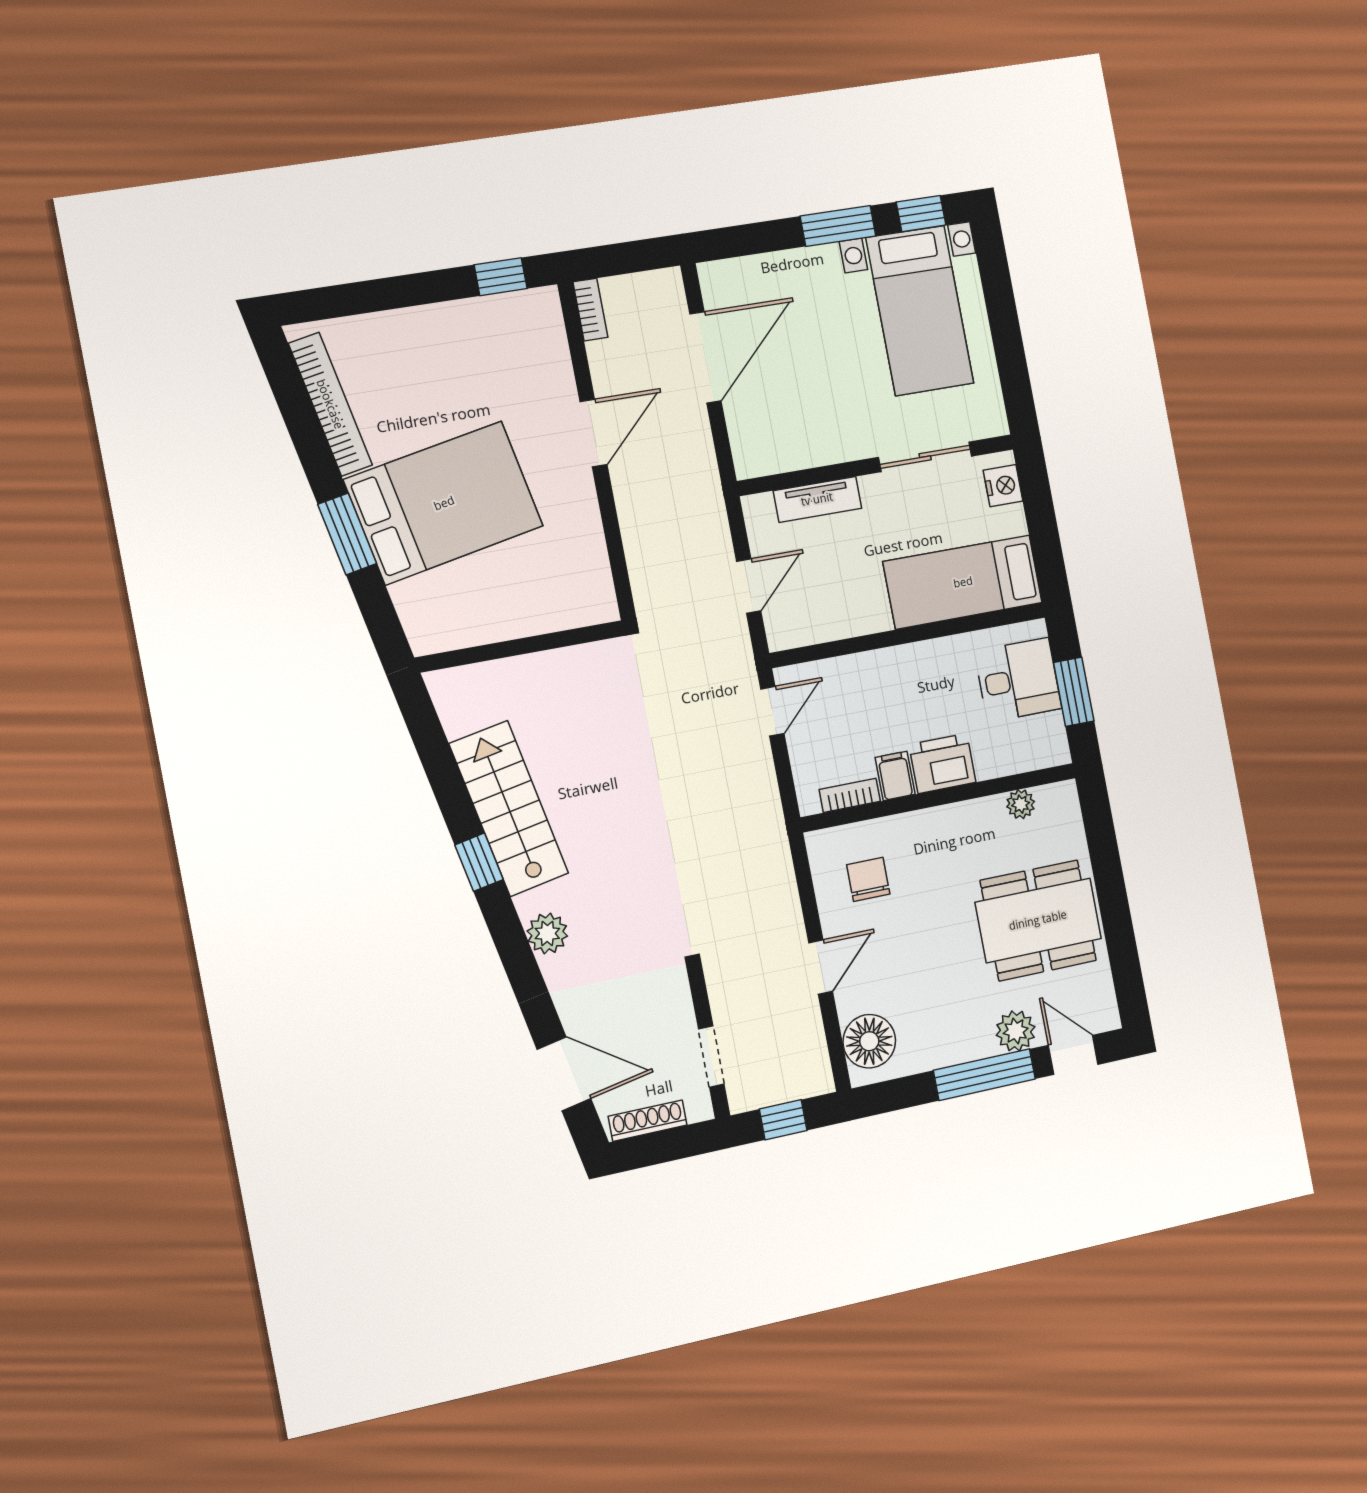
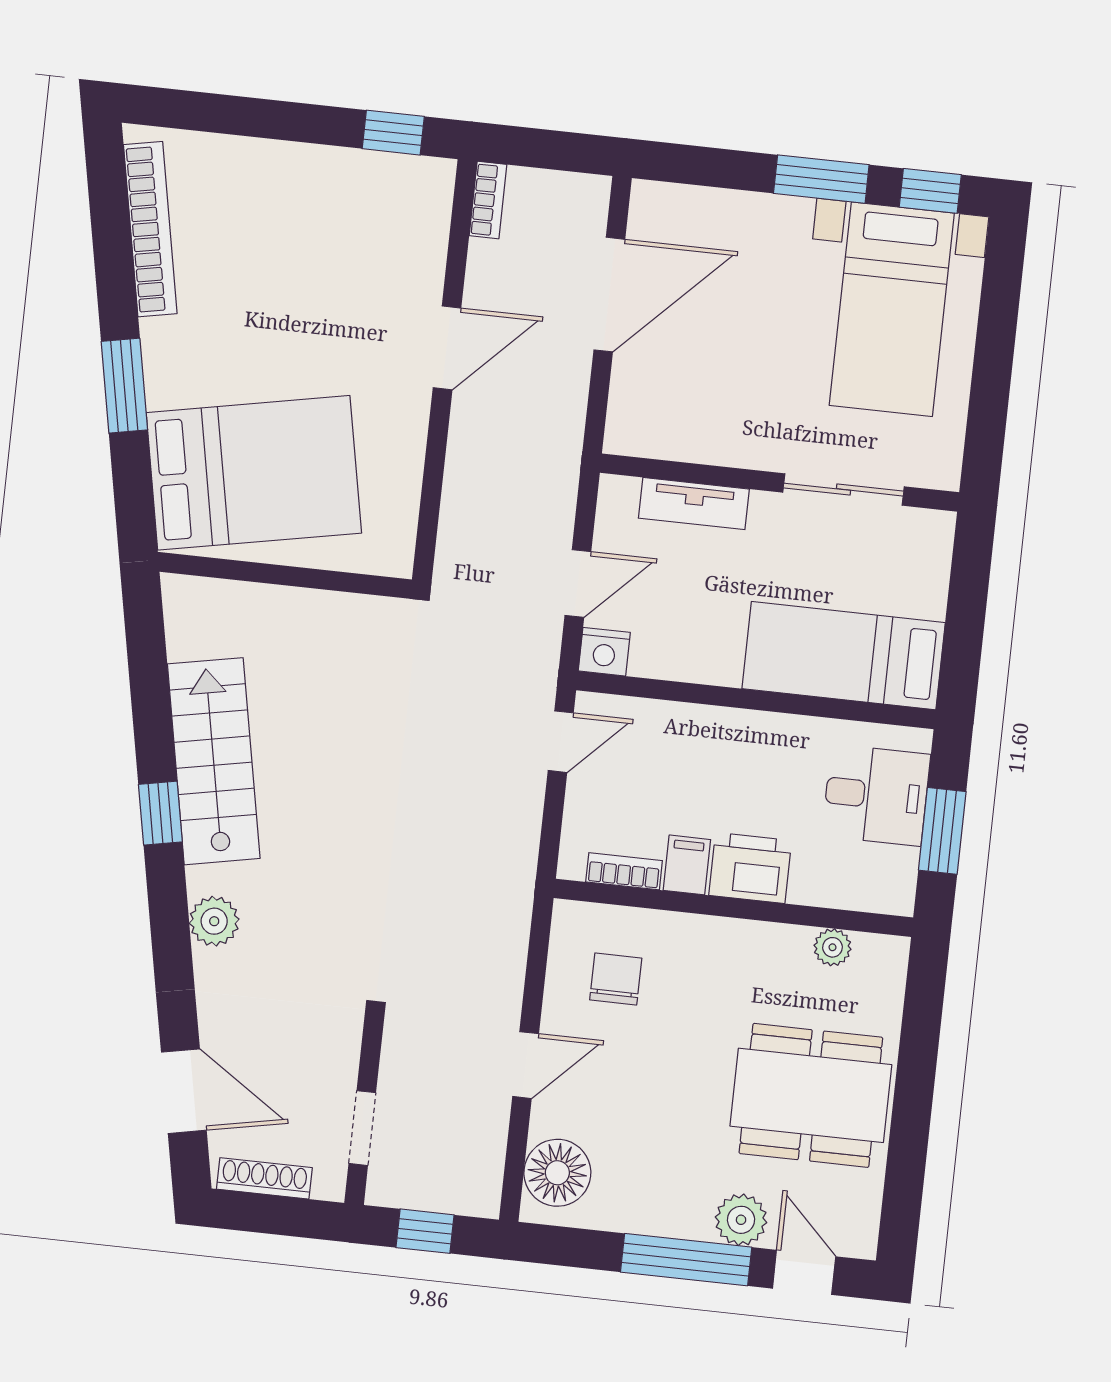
nightstand: (1003, 486) -> (604, 652), moved, turned 90
bed: (444, 503) -> (254, 473), moved

